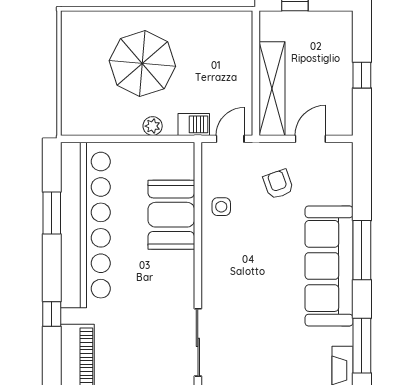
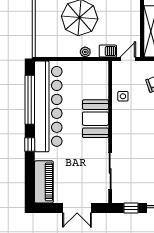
window: (52, 213) -> (30, 100), width x2.11
booth: (171, 215) -> (95, 119), moved
window: (52, 314) -> (30, 144), moved

